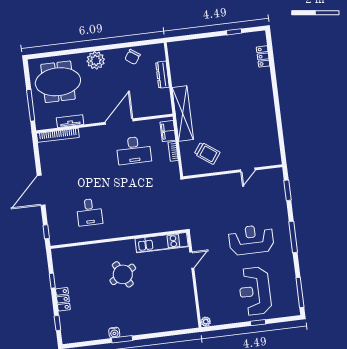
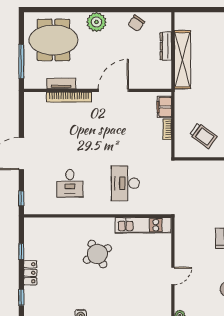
shelving: (183, 113) -> (182, 60), moved
bookcase: (58, 135) -> (69, 97), moved
desk: (134, 150) -> (125, 183), moved, turned 90
door: (192, 260) -> (173, 276), moved

